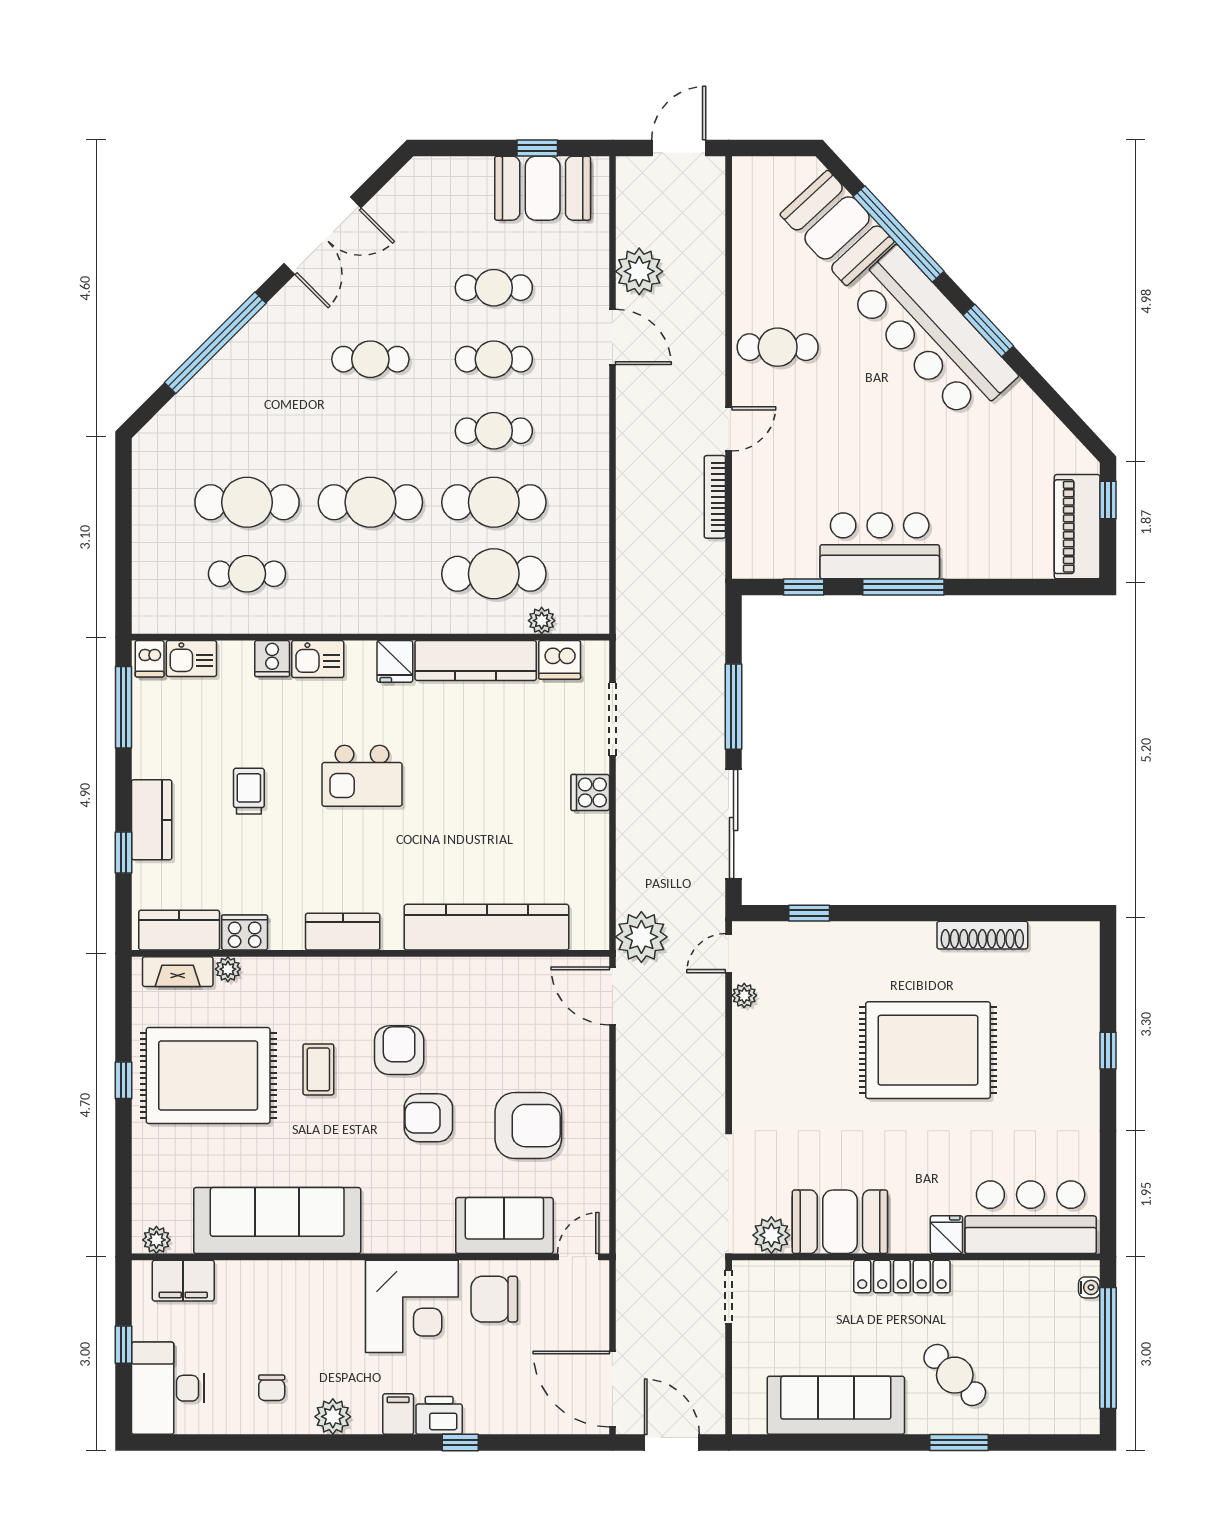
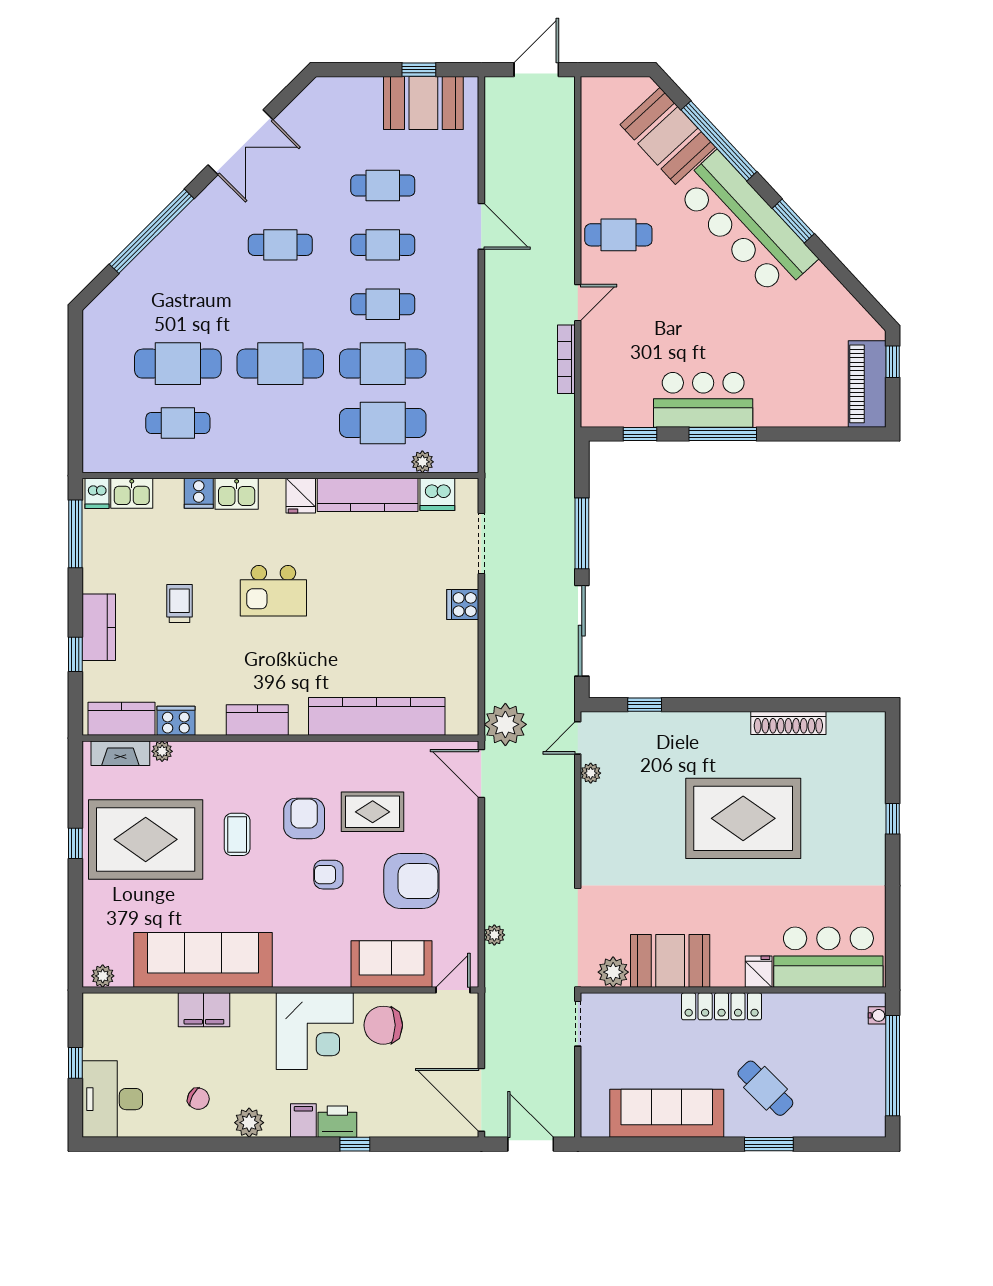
plant: (639, 271) -> (494, 935), moved, width x0.53, depth x0.53
rug: (481, 1042) -> (373, 812), added
armchair: (428, 1118) -> (328, 875), width x0.72, depth x0.72
filing cabinet: (183, 1281) -> (204, 1010), moved
chair: (272, 1388) -> (198, 1099), turned -62

